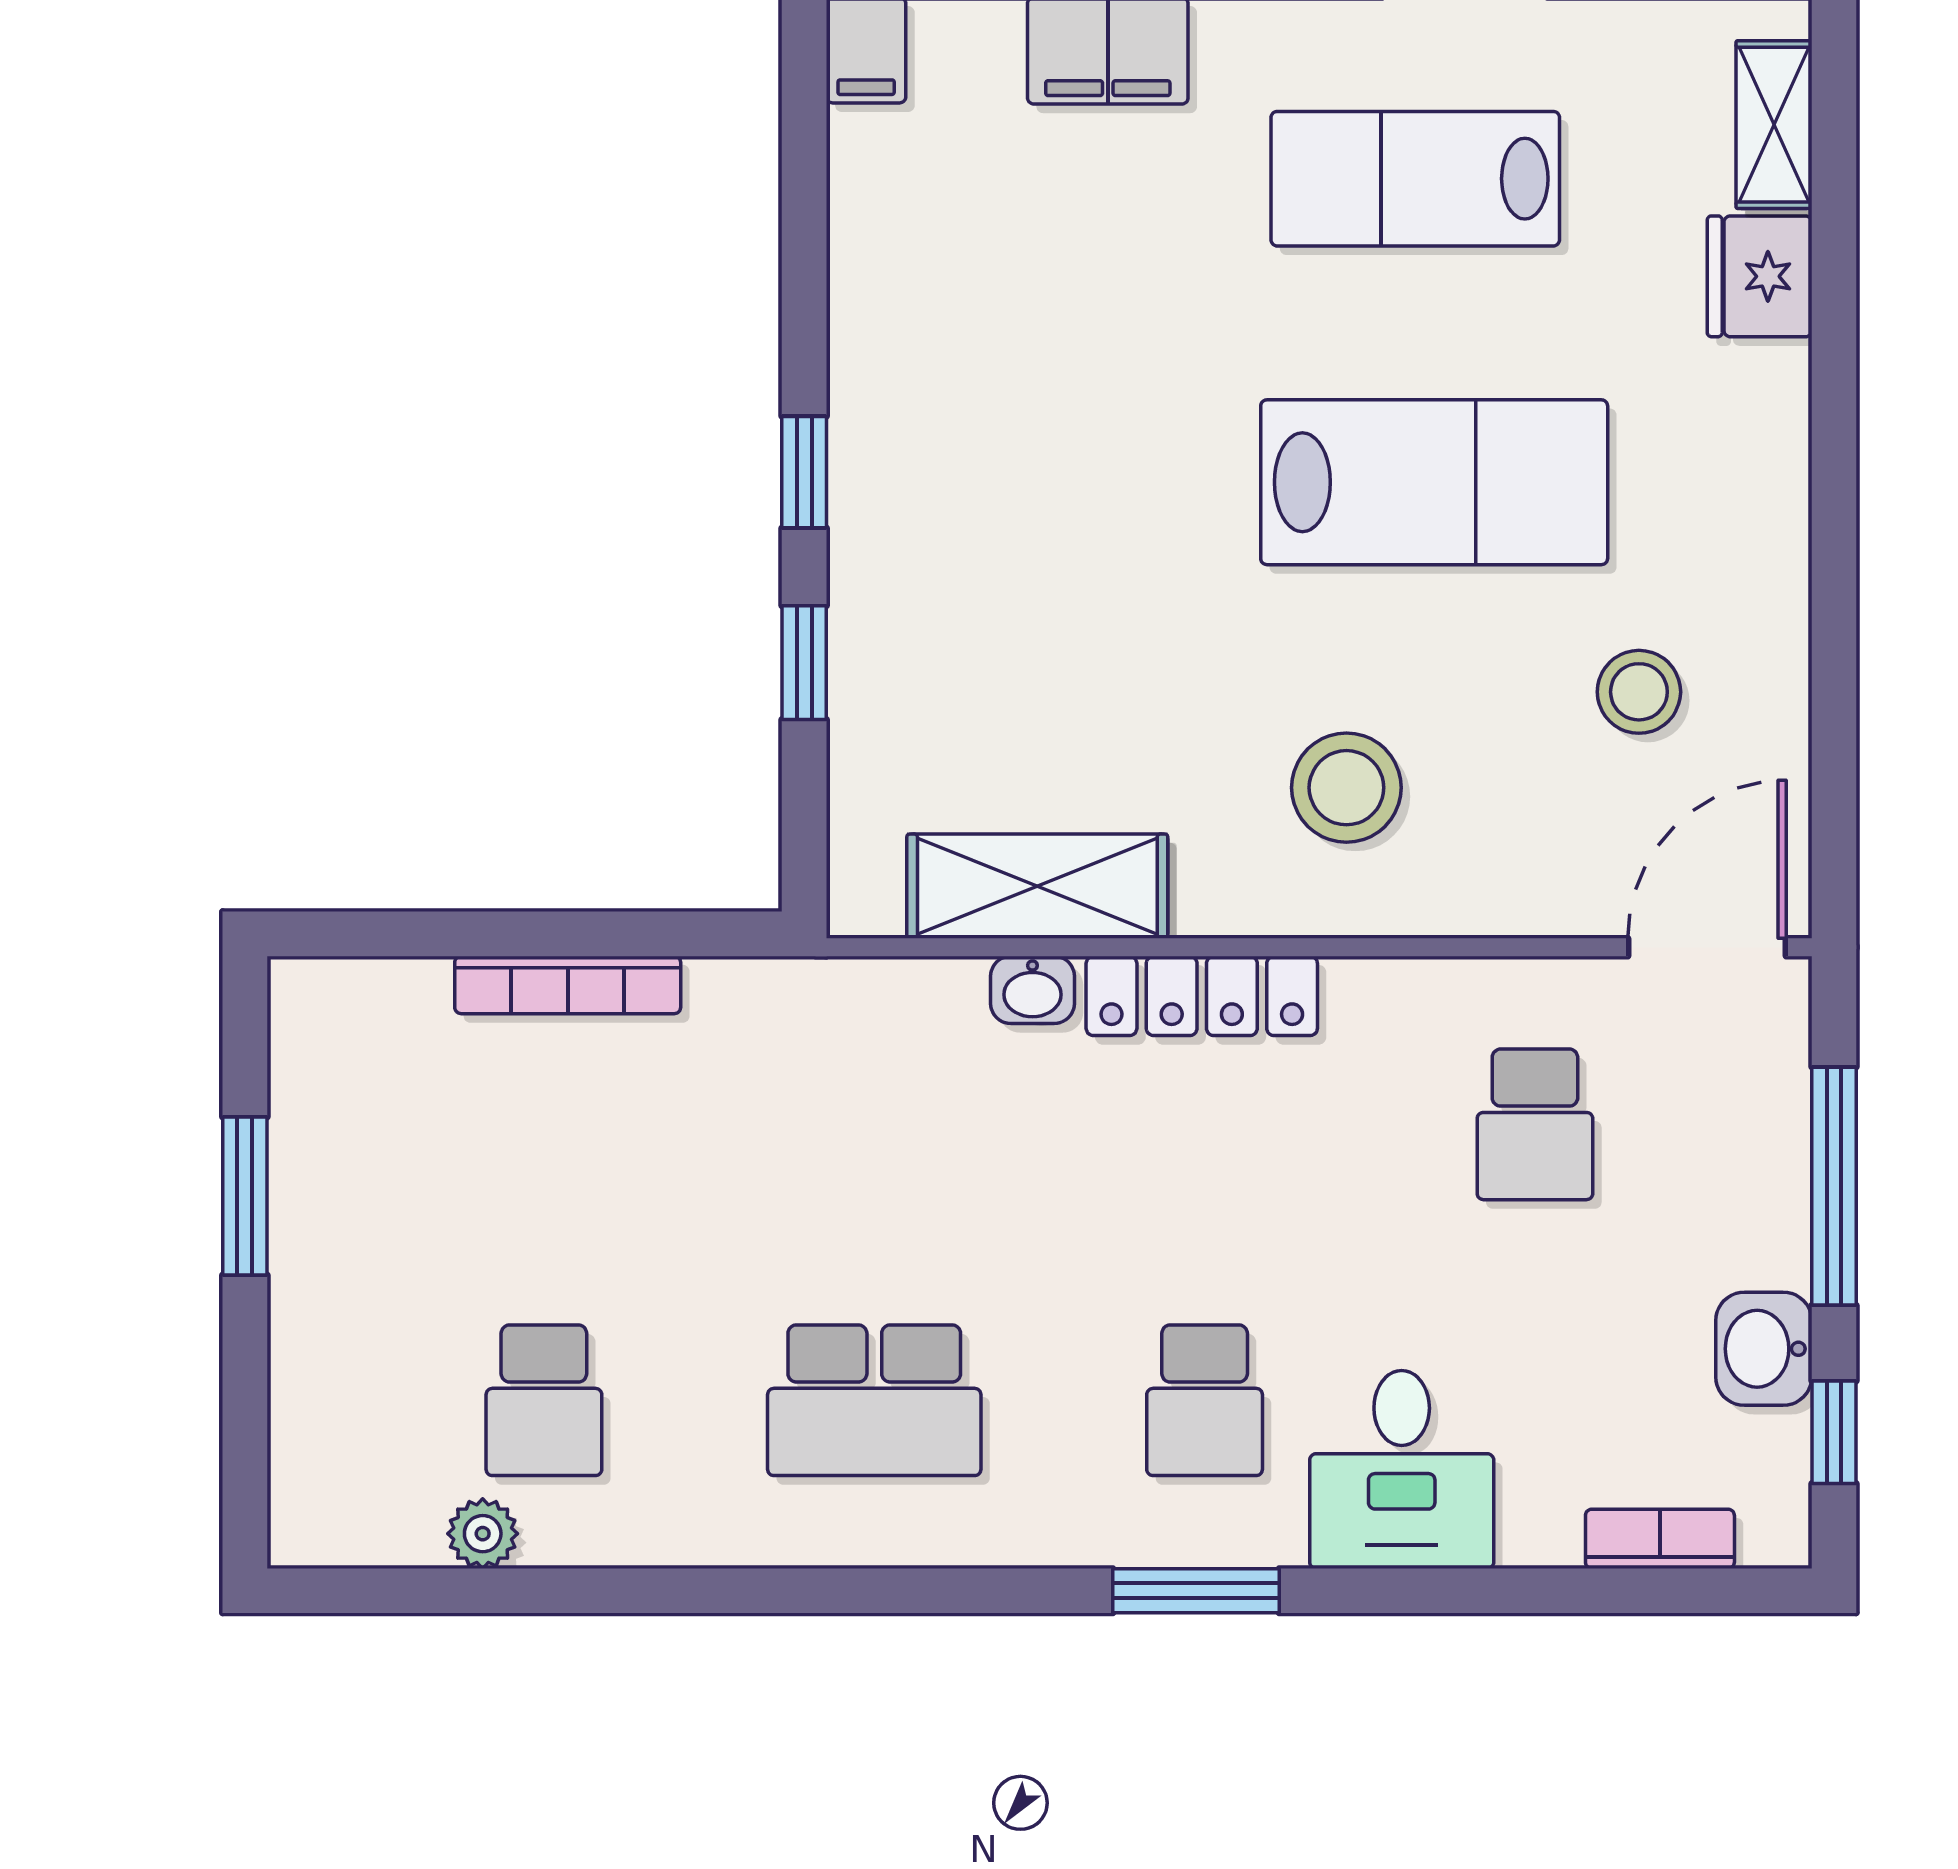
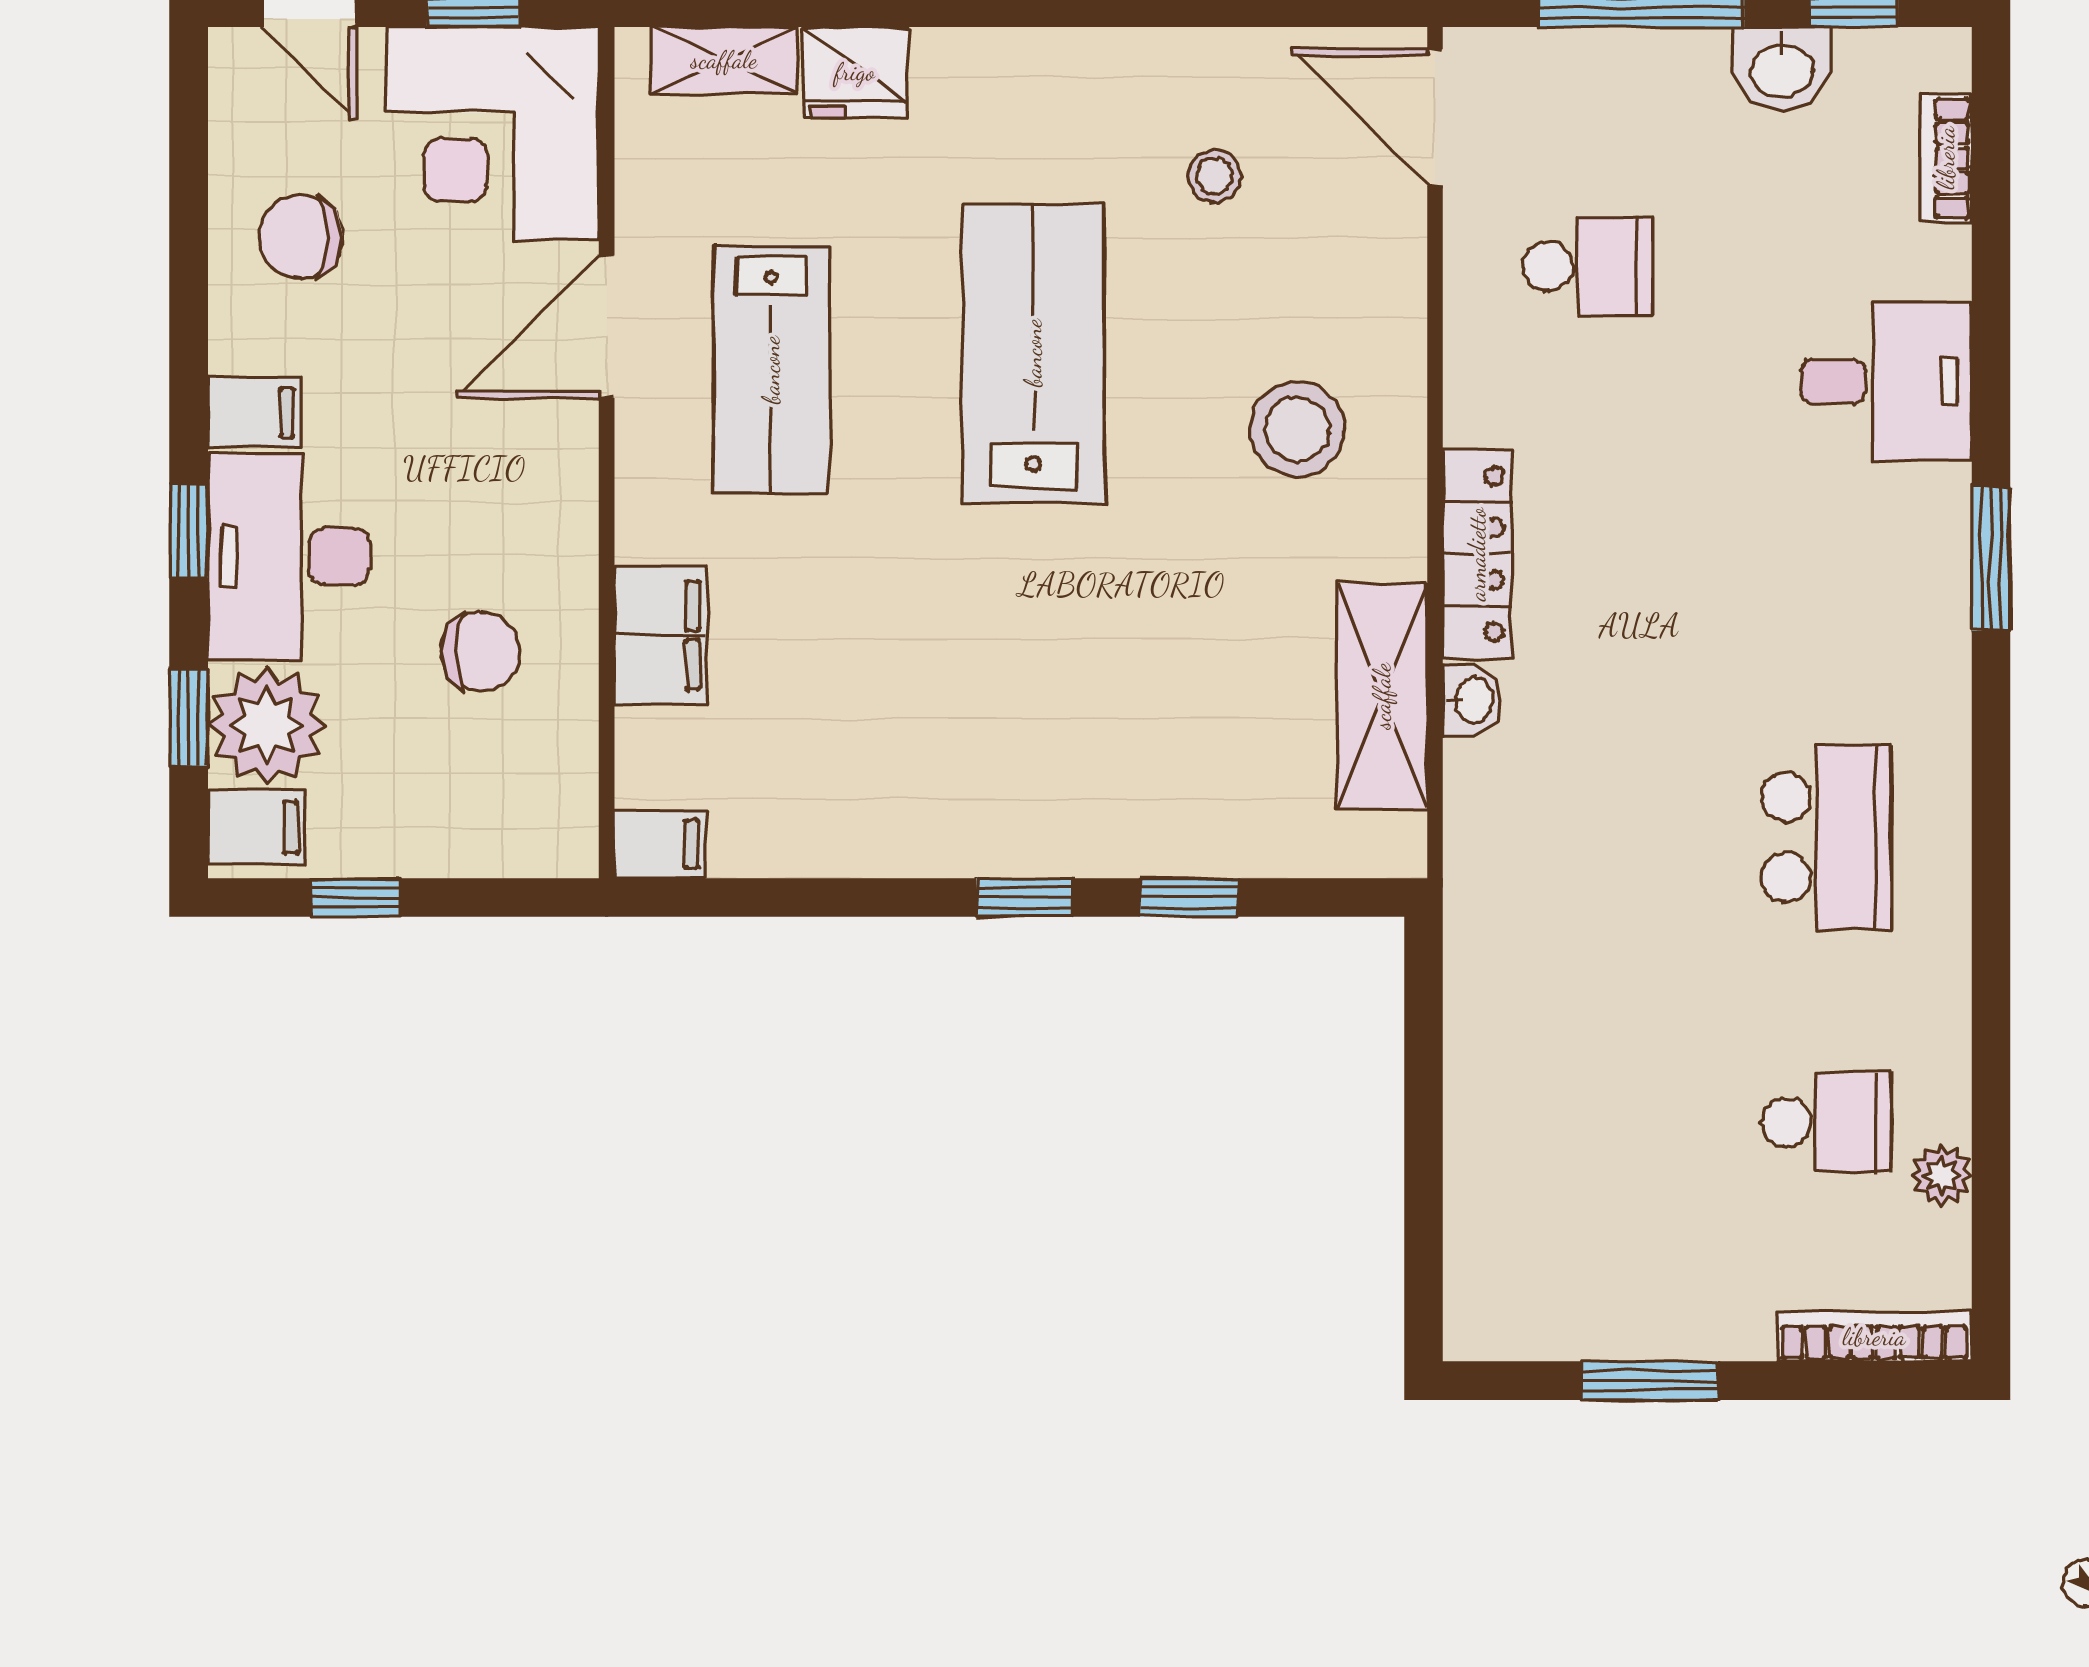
stool: (1639, 692) -> (1214, 176), width x0.73, depth x0.73
bookcase: (568, 985) -> (1874, 1337), moved, turned -90
school desk: (1205, 1400) -> (1826, 552), removed

